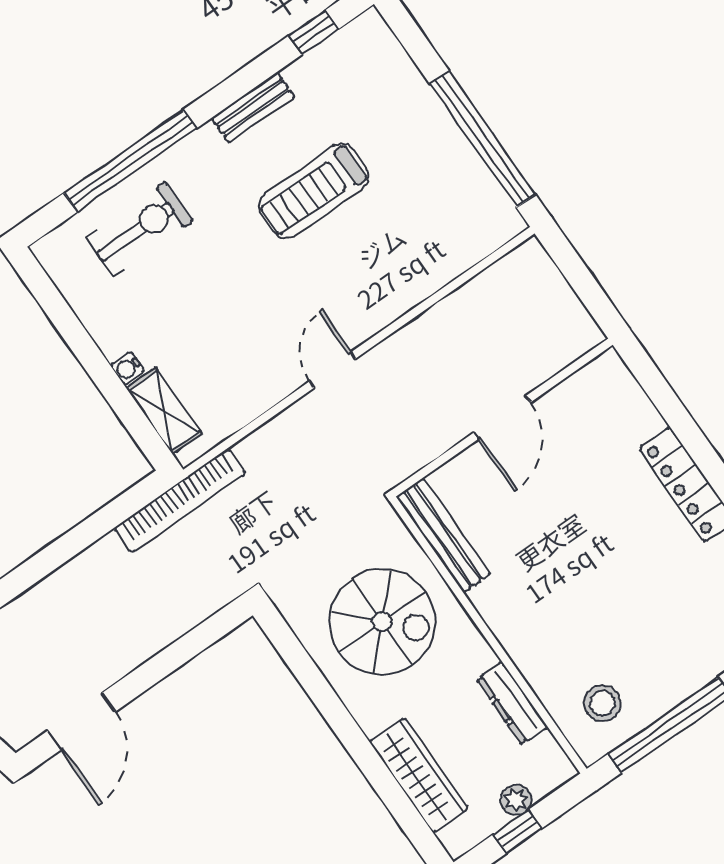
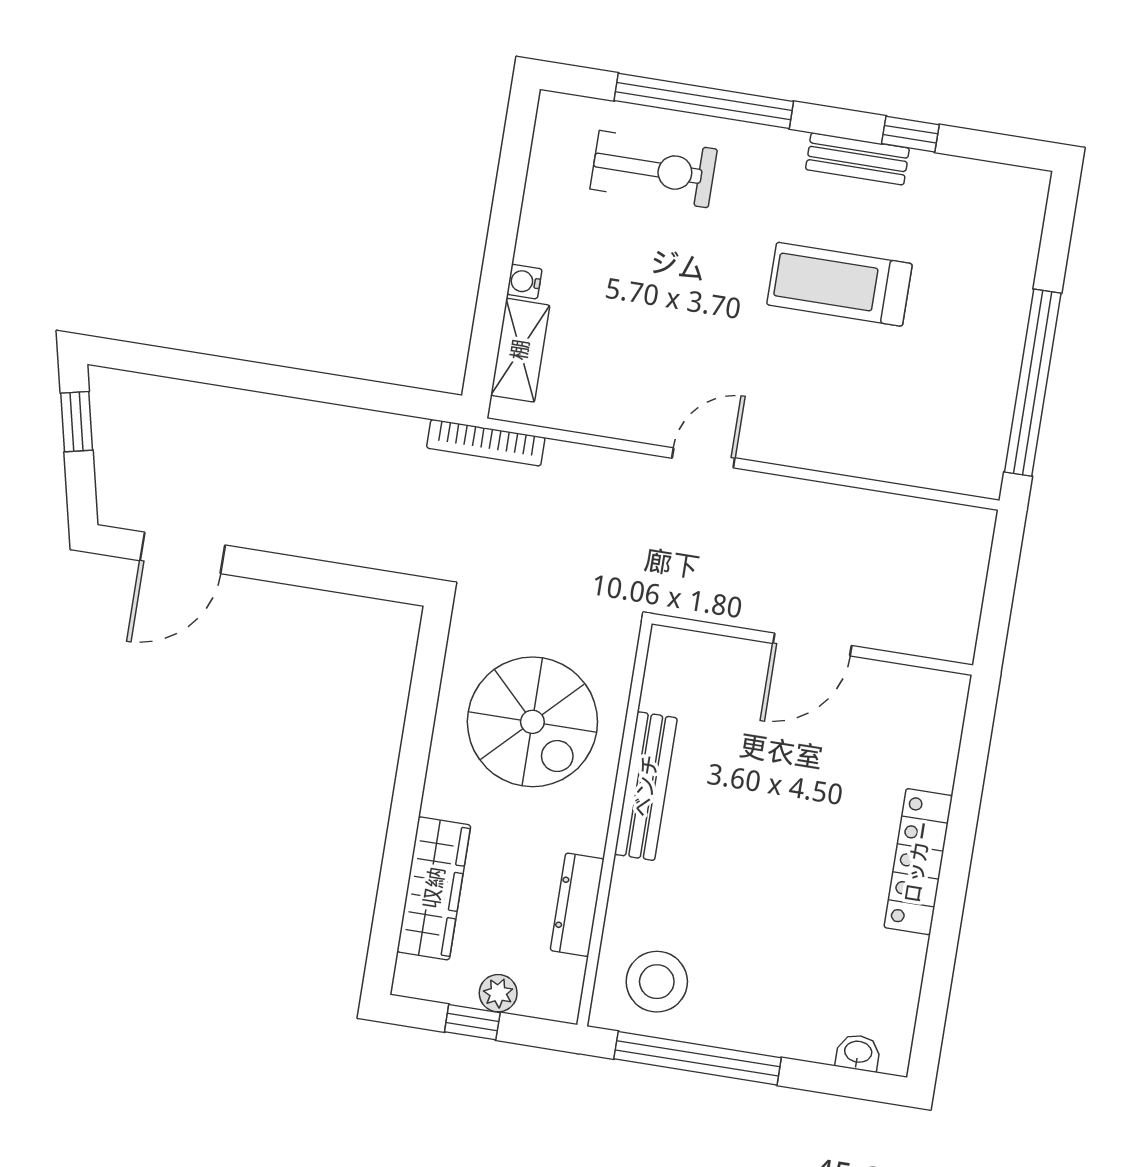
window: (314, 32) -> (910, 134), moved
bookcase: (180, 501) -> (486, 443), width x0.68, depth x0.76
bench: (443, 535) -> (646, 786), moved
stool: (602, 703) -> (657, 982), width x1.38, depth x1.38

